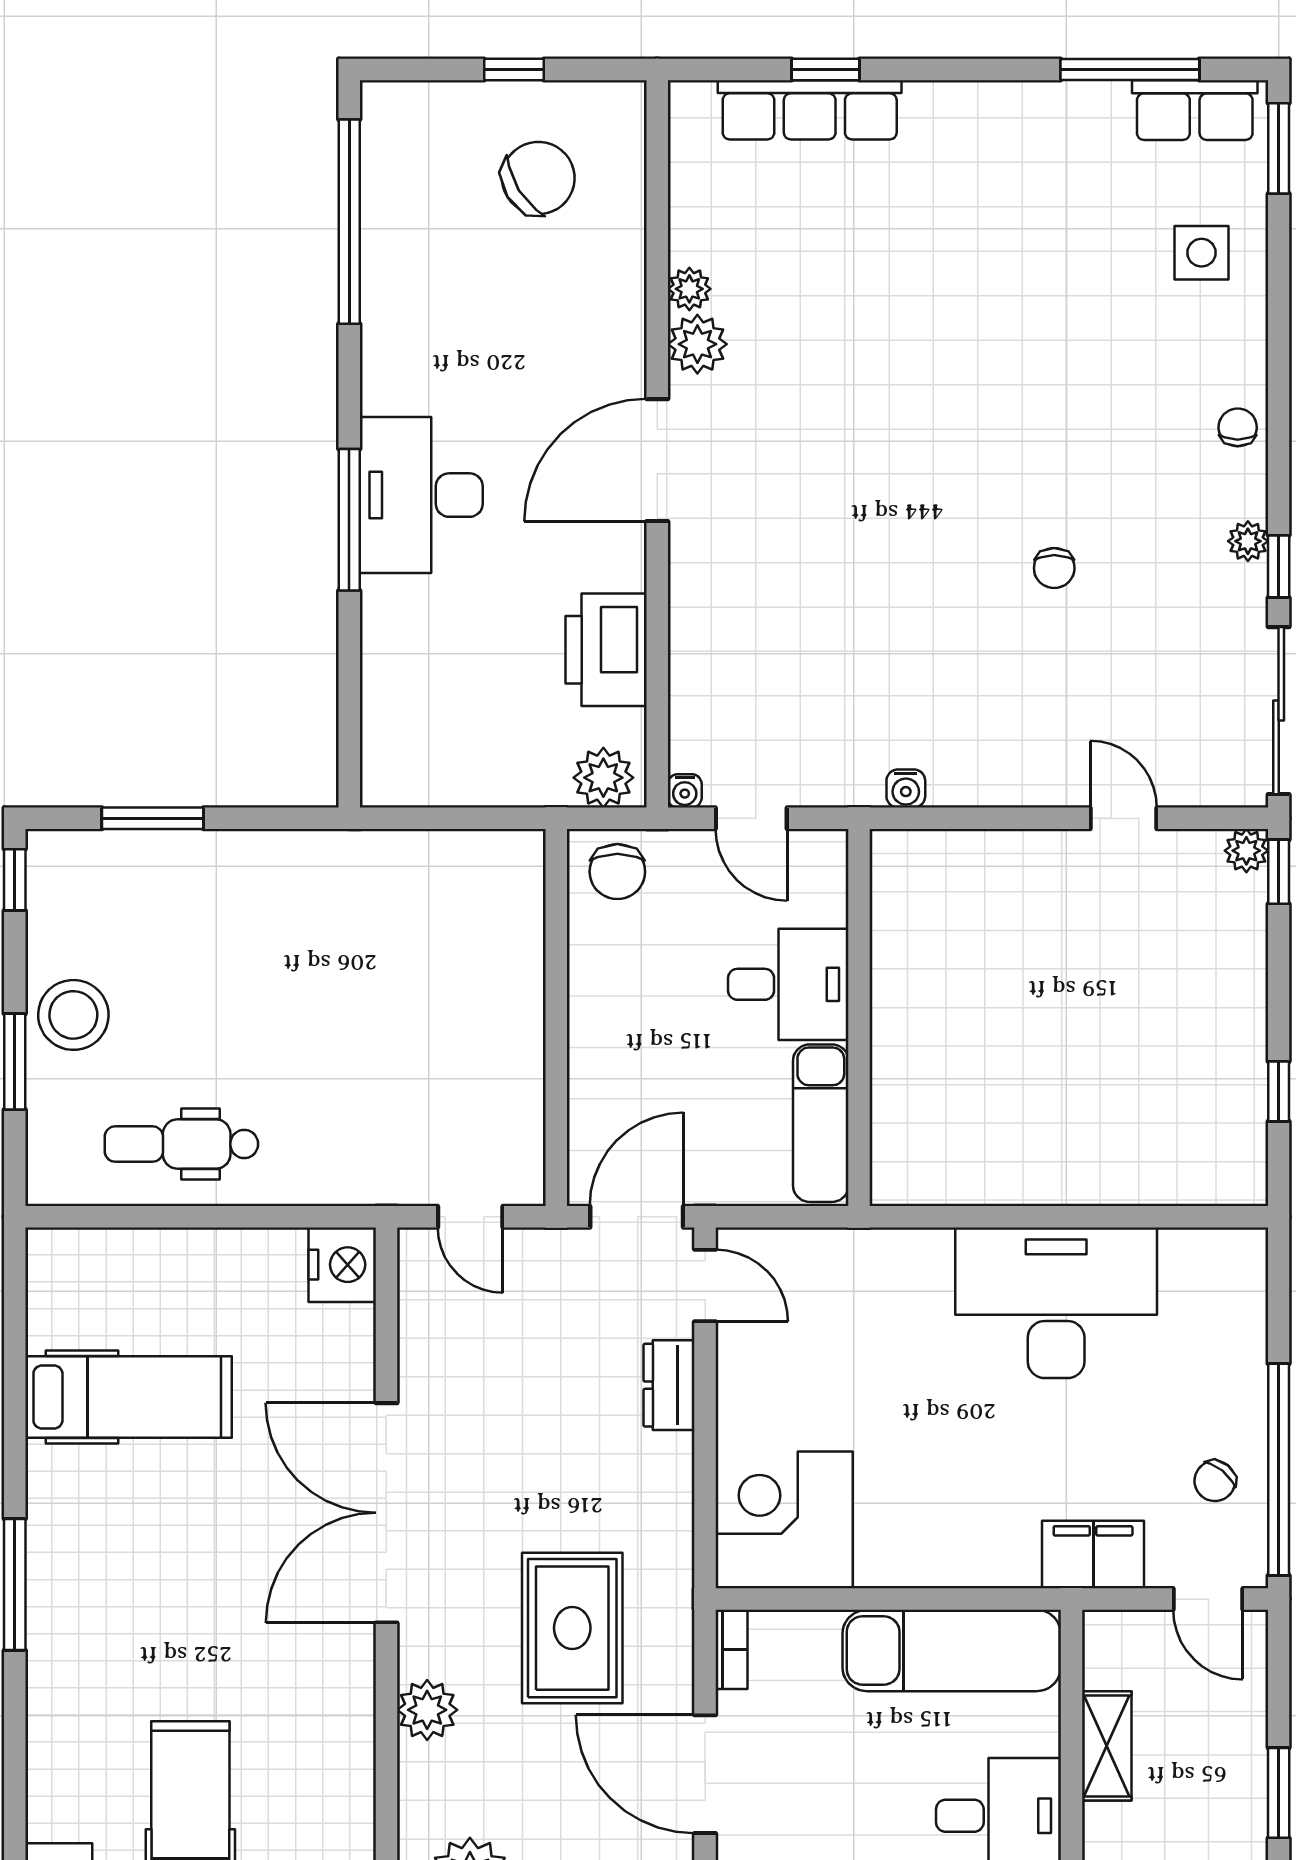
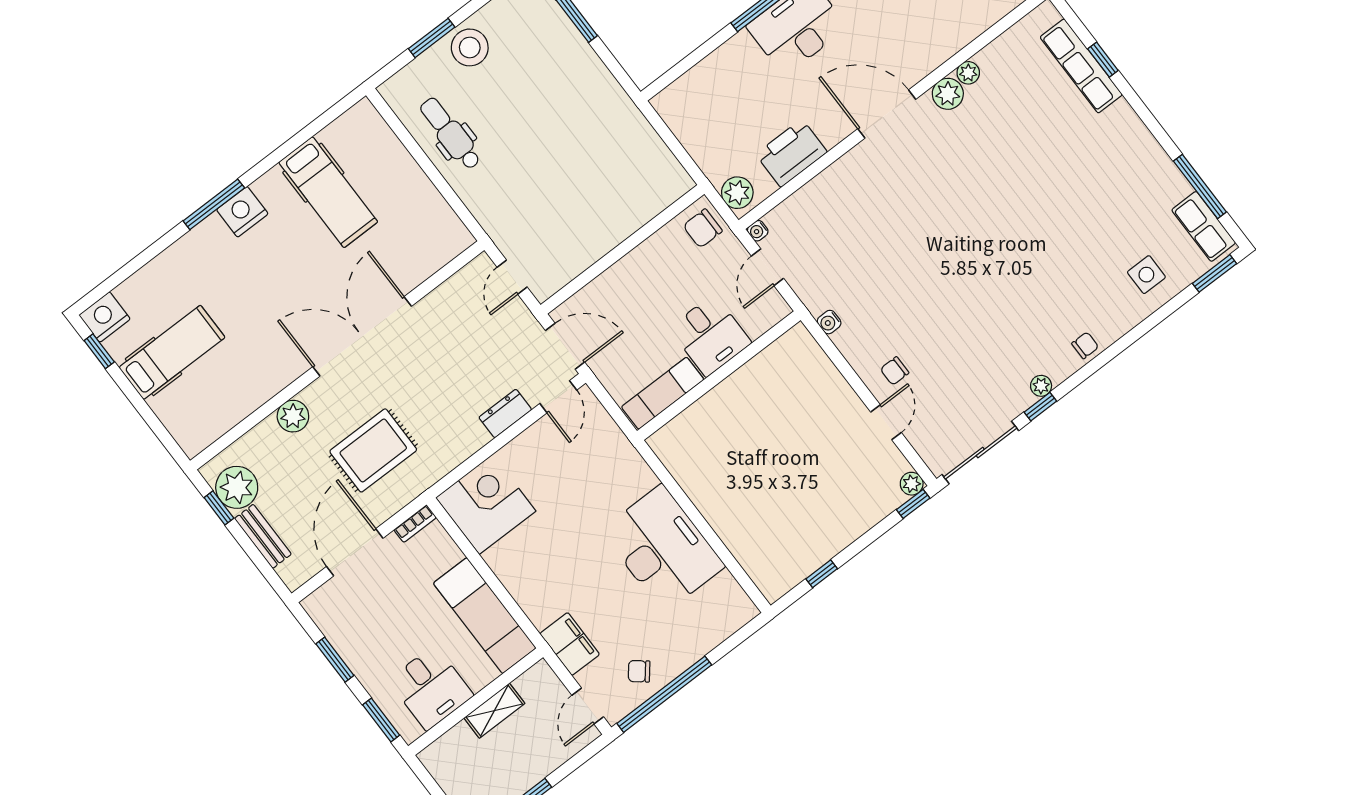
chair: (1054, 568) -> (895, 371), moved
nightstand: (342, 1265) -> (242, 212), moved, turned 180

